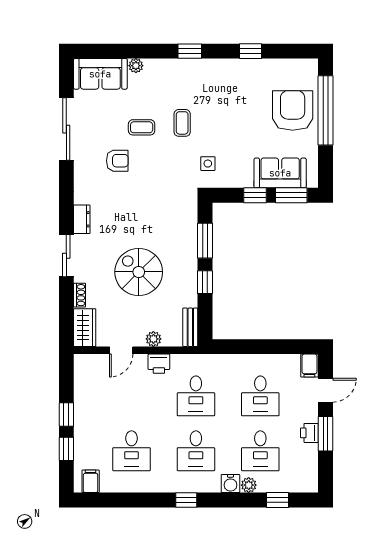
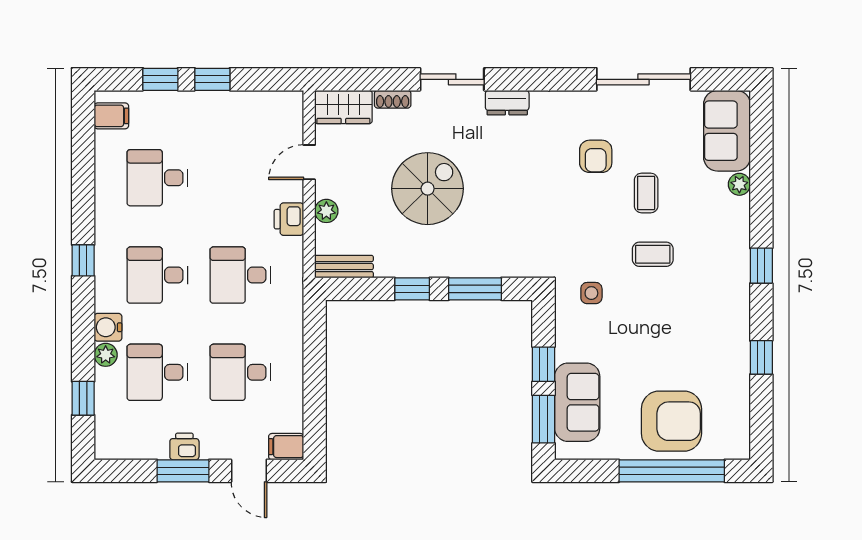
door: (121, 350) -> (309, 162), hinge flipped

